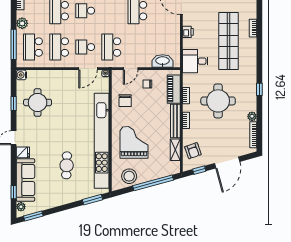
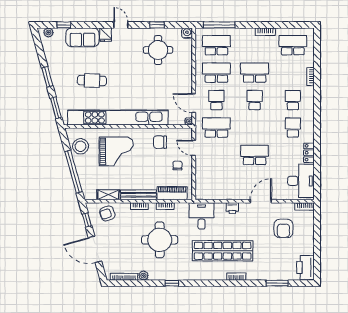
plant: (22, 23) -> (241, 34), removed
washbasin: (163, 61) -> (202, 181), removed
sofa: (25, 180) -> (82, 37), width x0.73
window: (33, 216) -> (47, 77), moved

